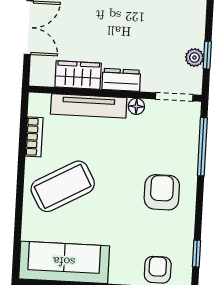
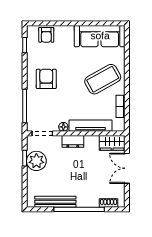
plant: (194, 57) -> (36, 161), width x1.88, depth x1.88
wardrobe: (78, 75) -> (112, 143), moved
armchair: (162, 192) -> (46, 79), turned 180

